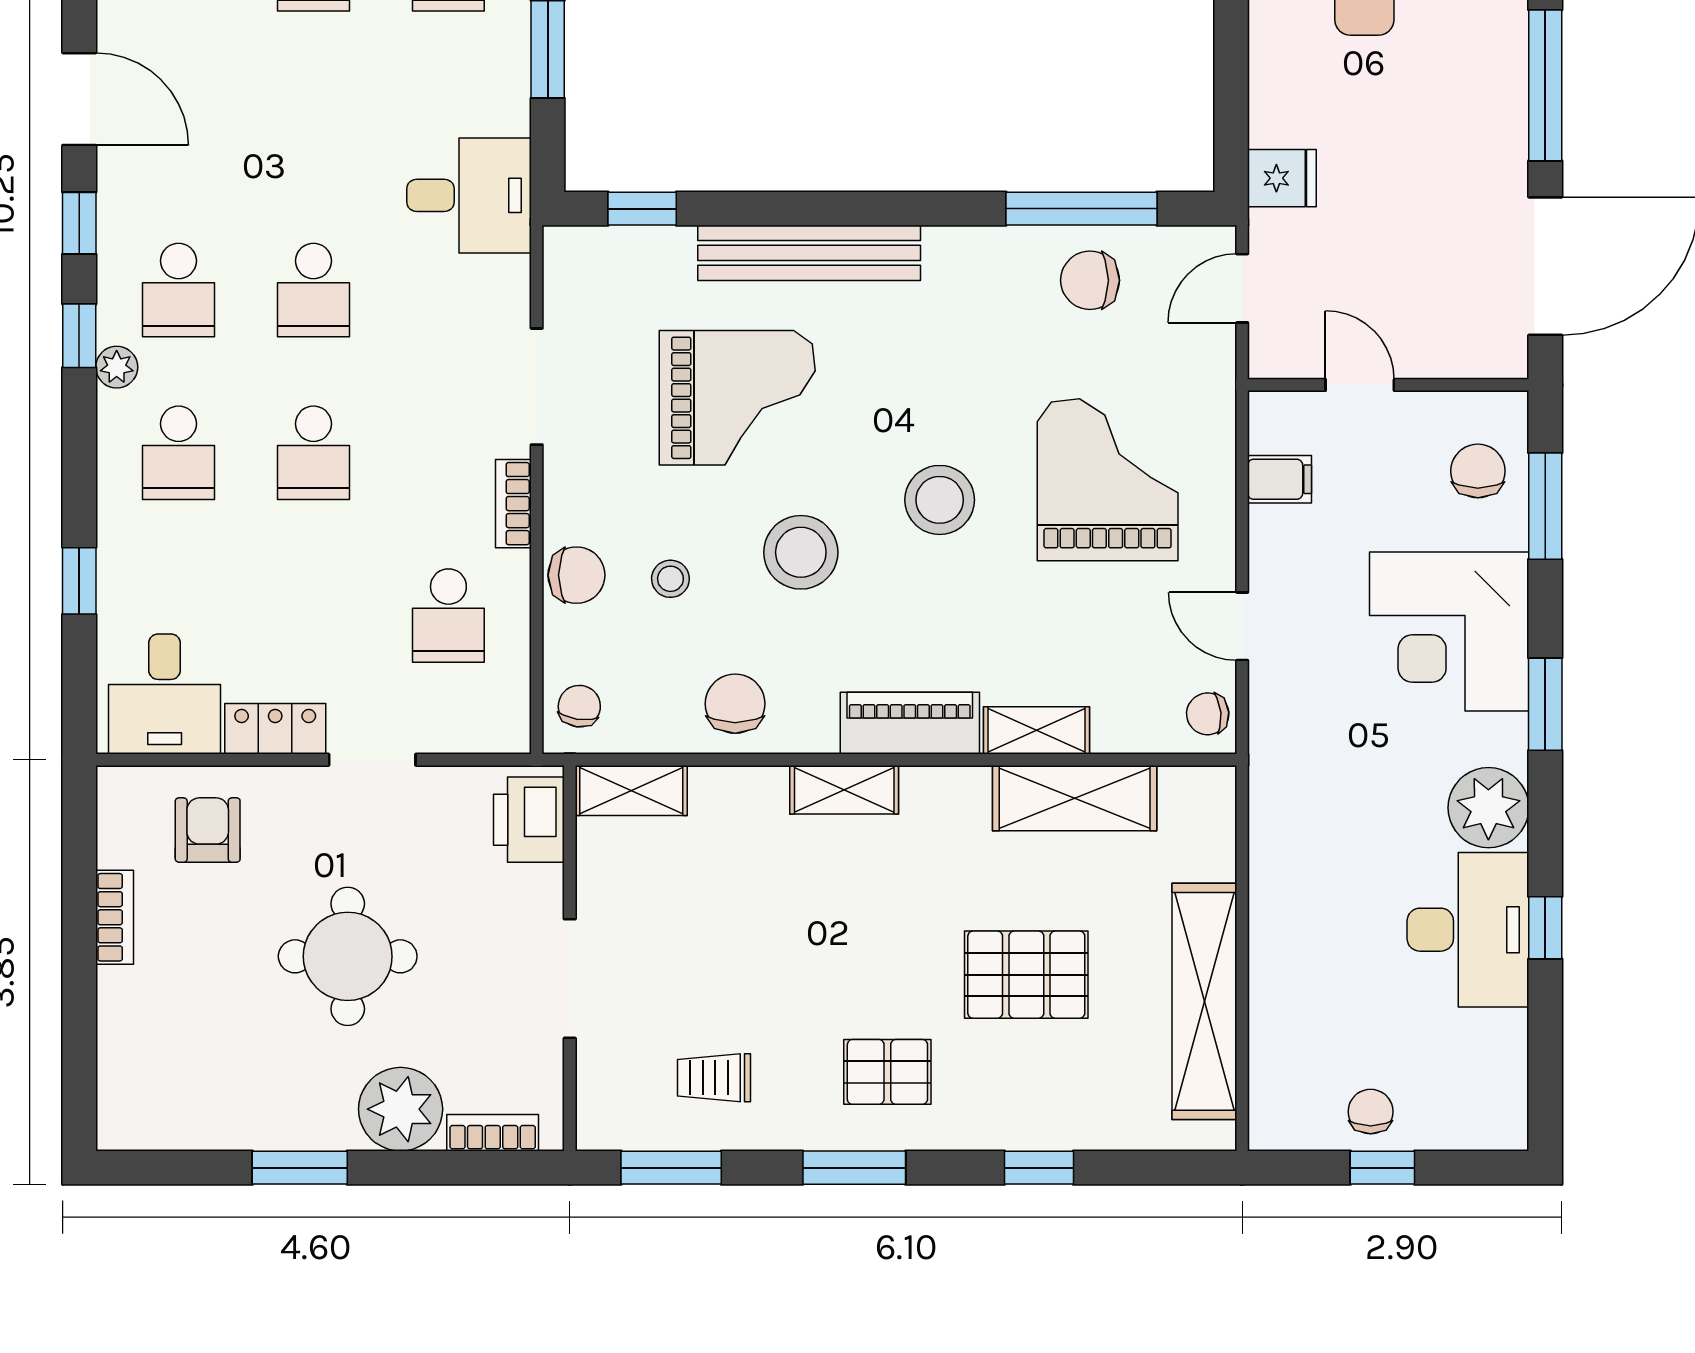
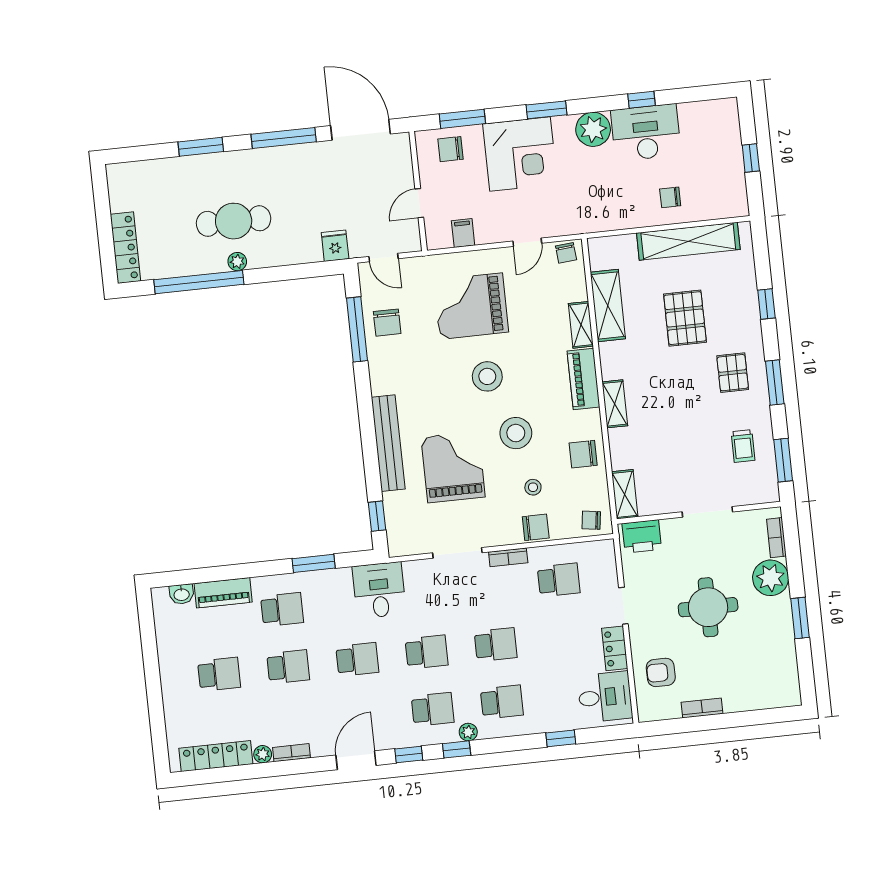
school desk: (313, 127) -> (357, 659), added
chair: (576, 575) -> (536, 527), turned 90
chair: (1371, 1112) -> (670, 197), moved

